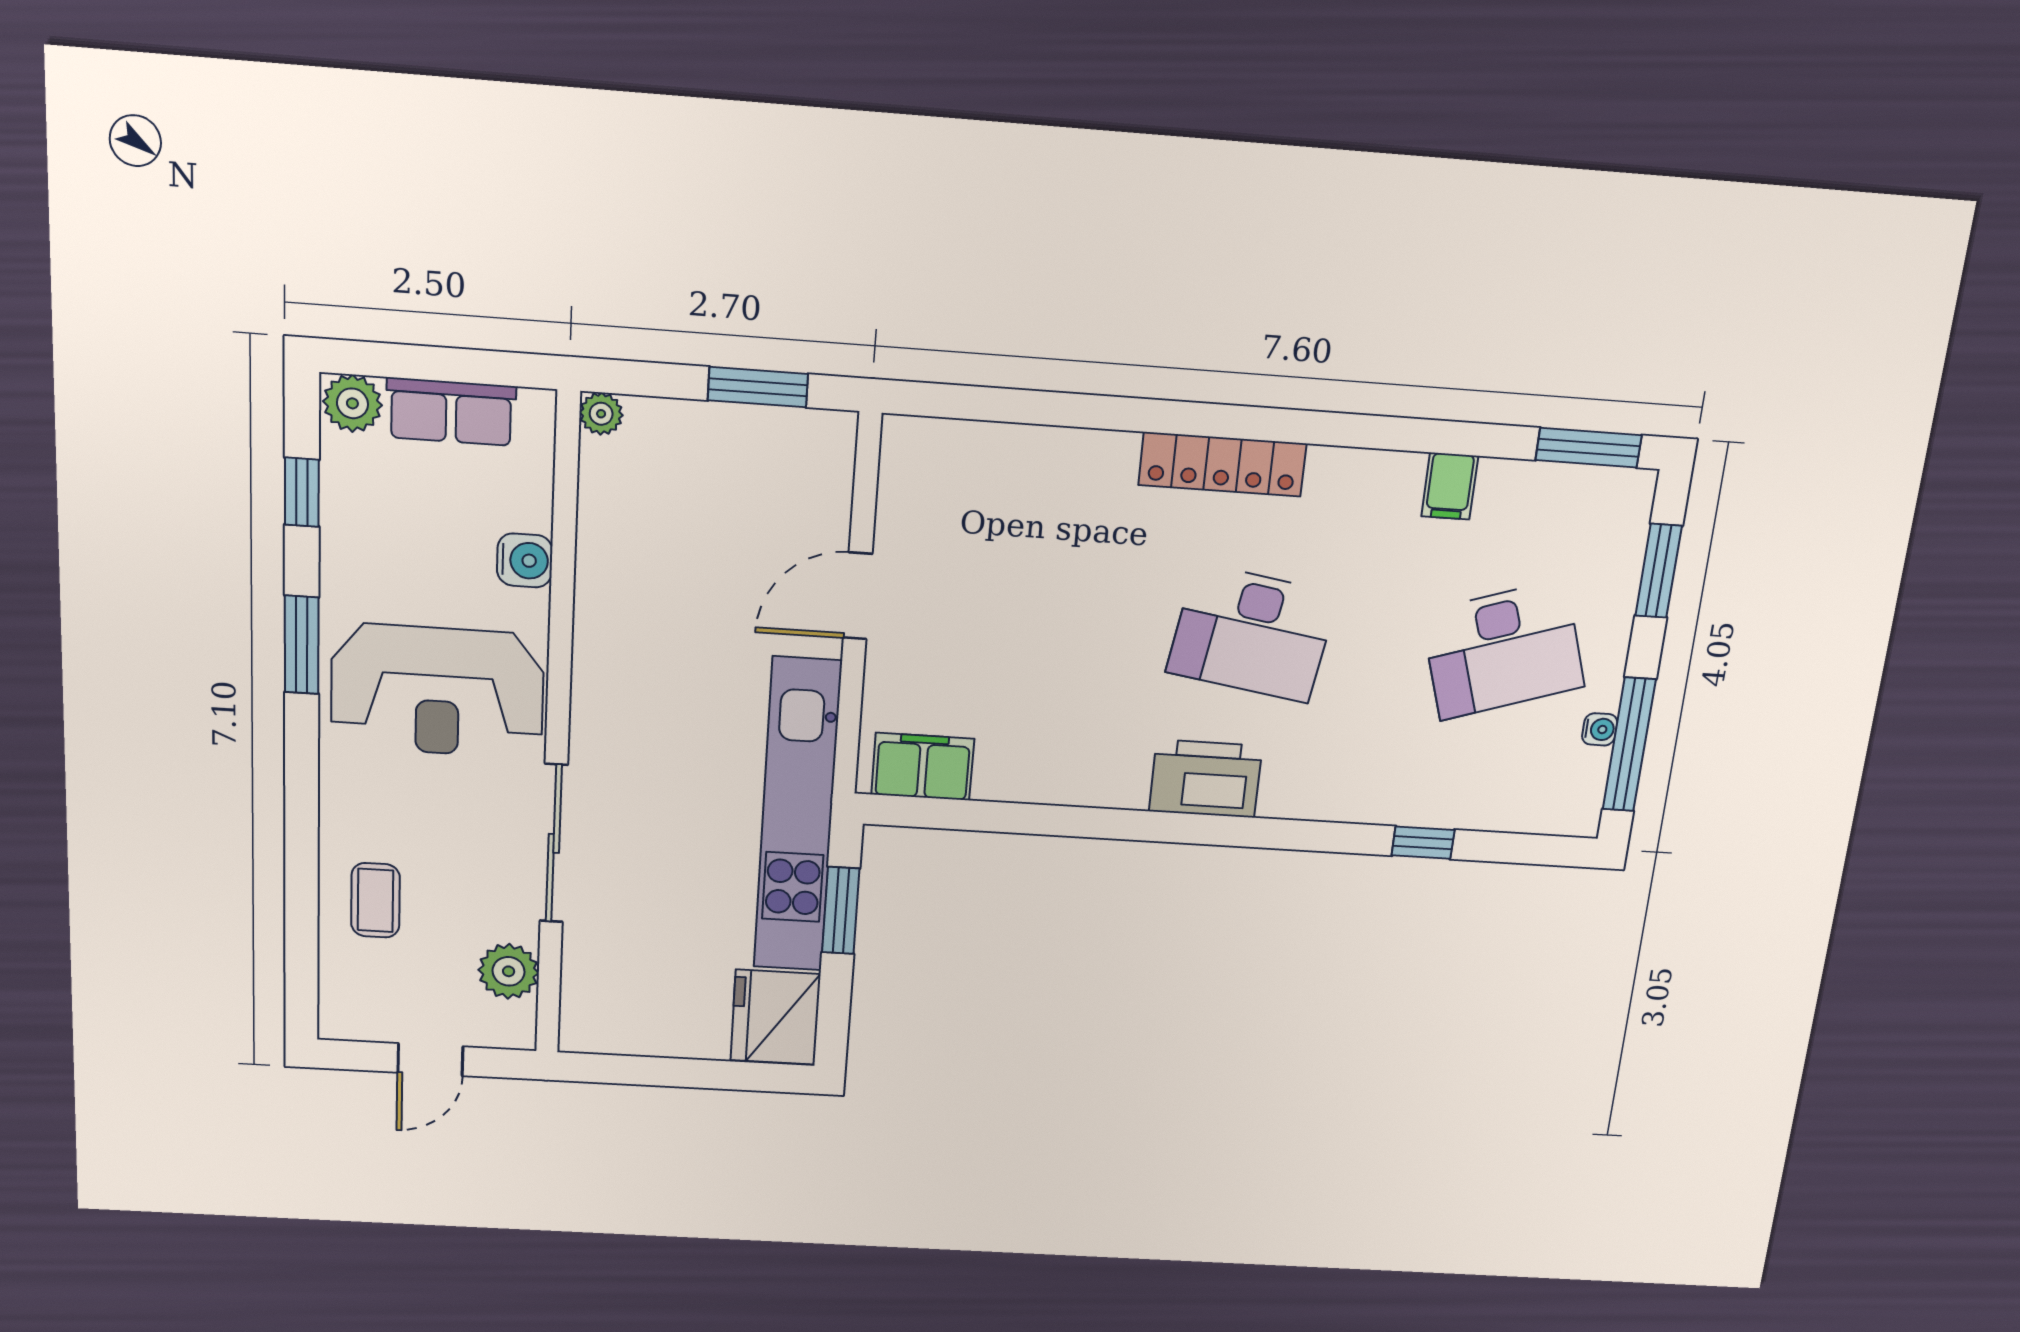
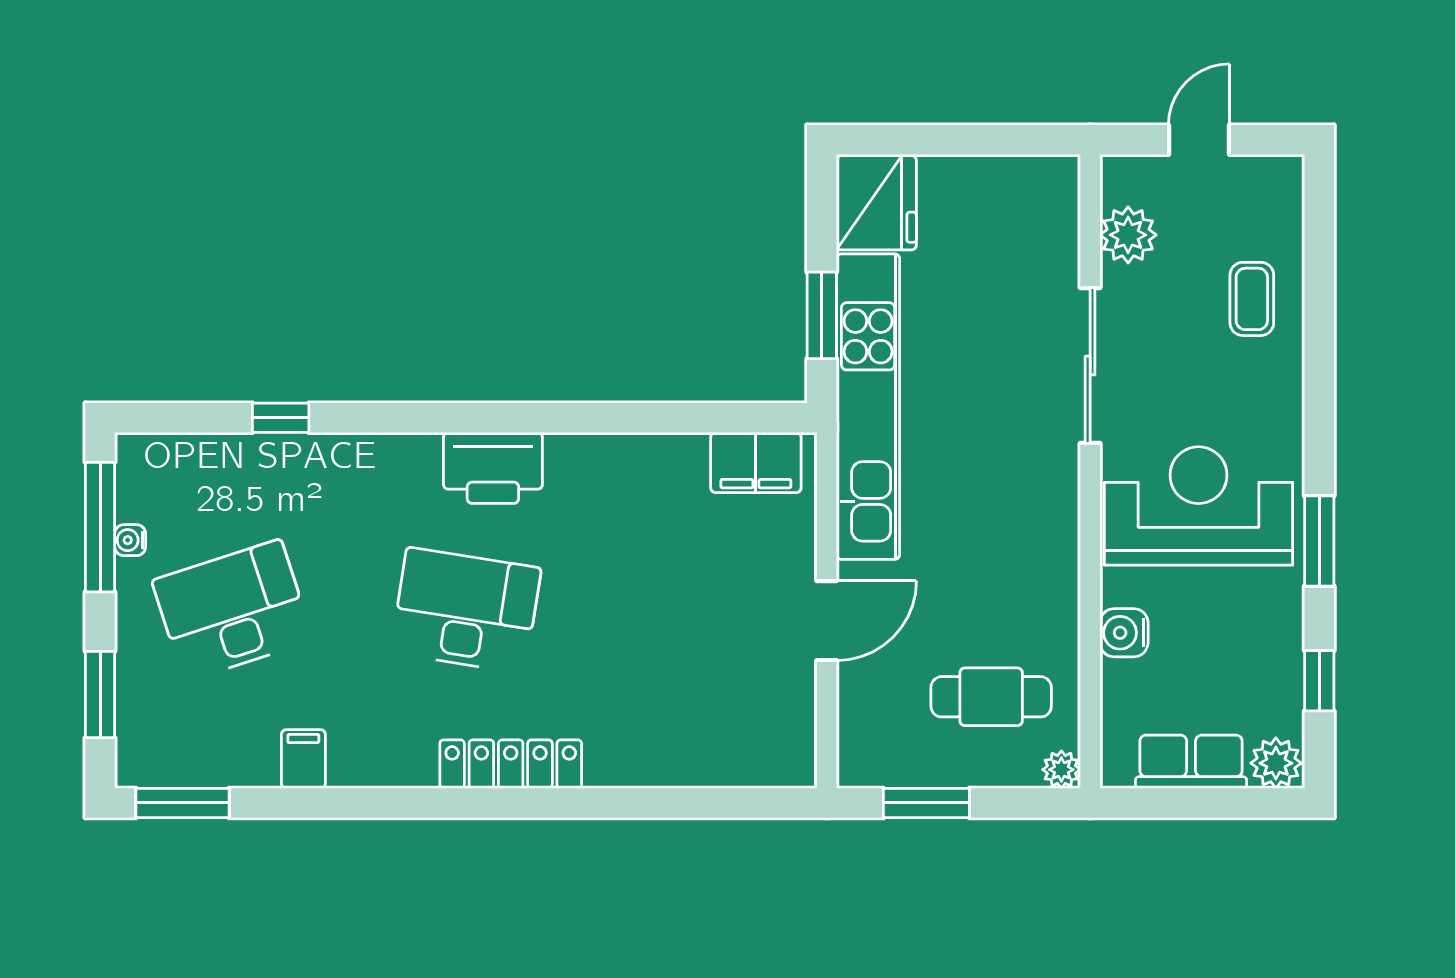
cafe table: (678, 501) -> (991, 697), added

